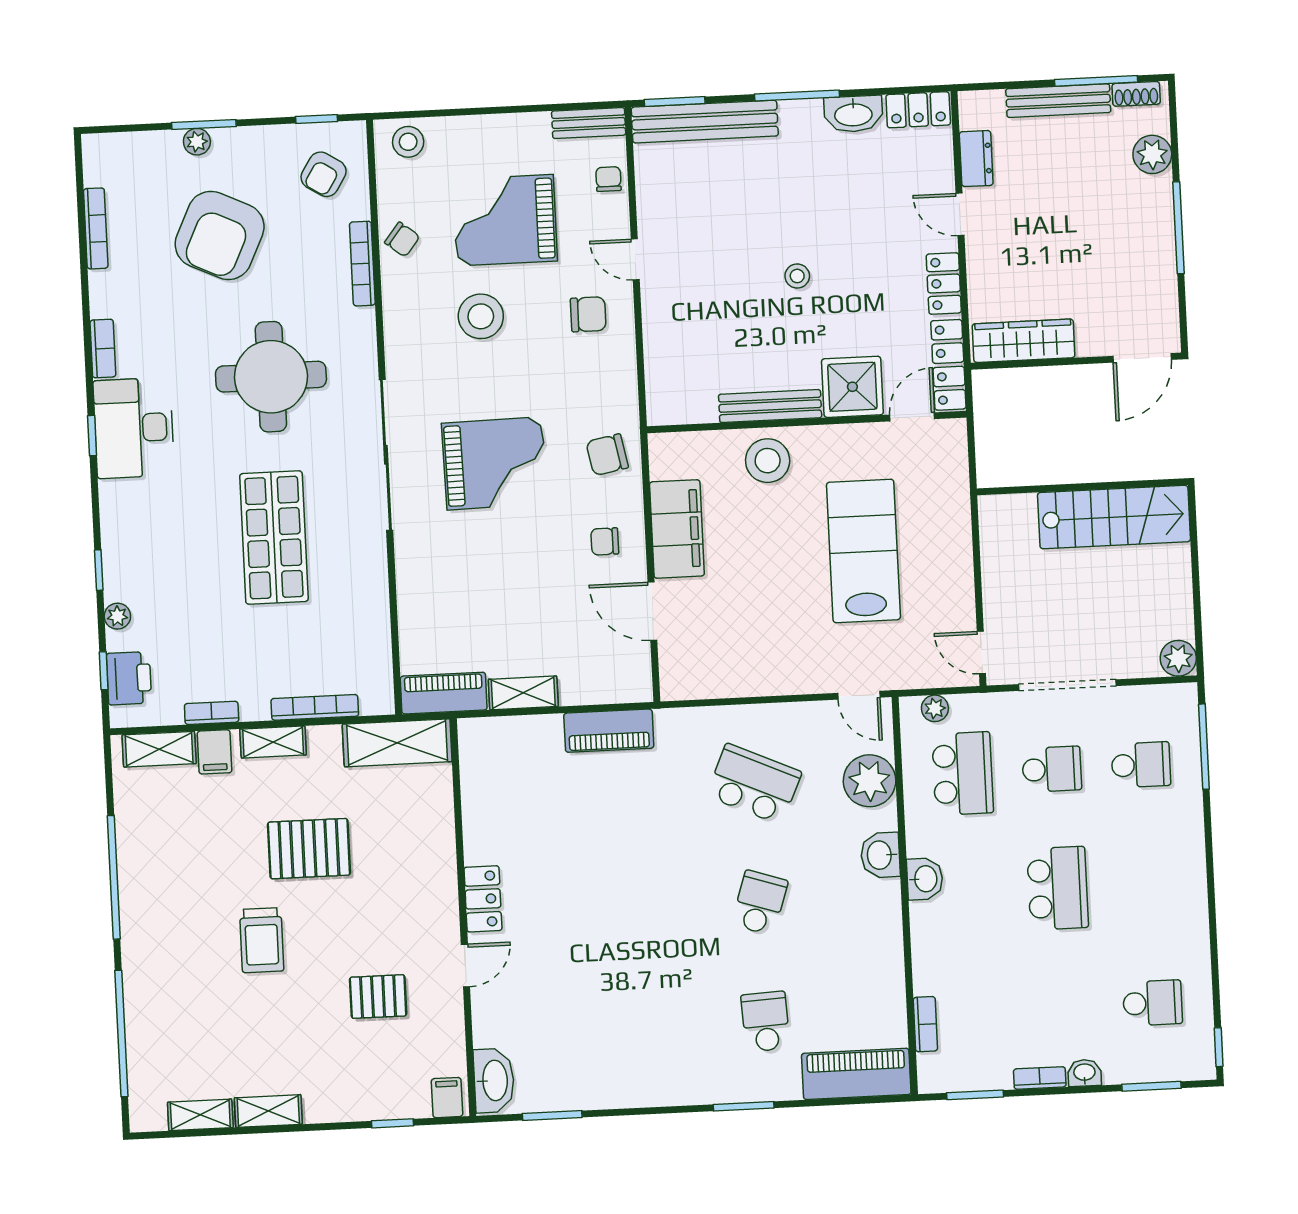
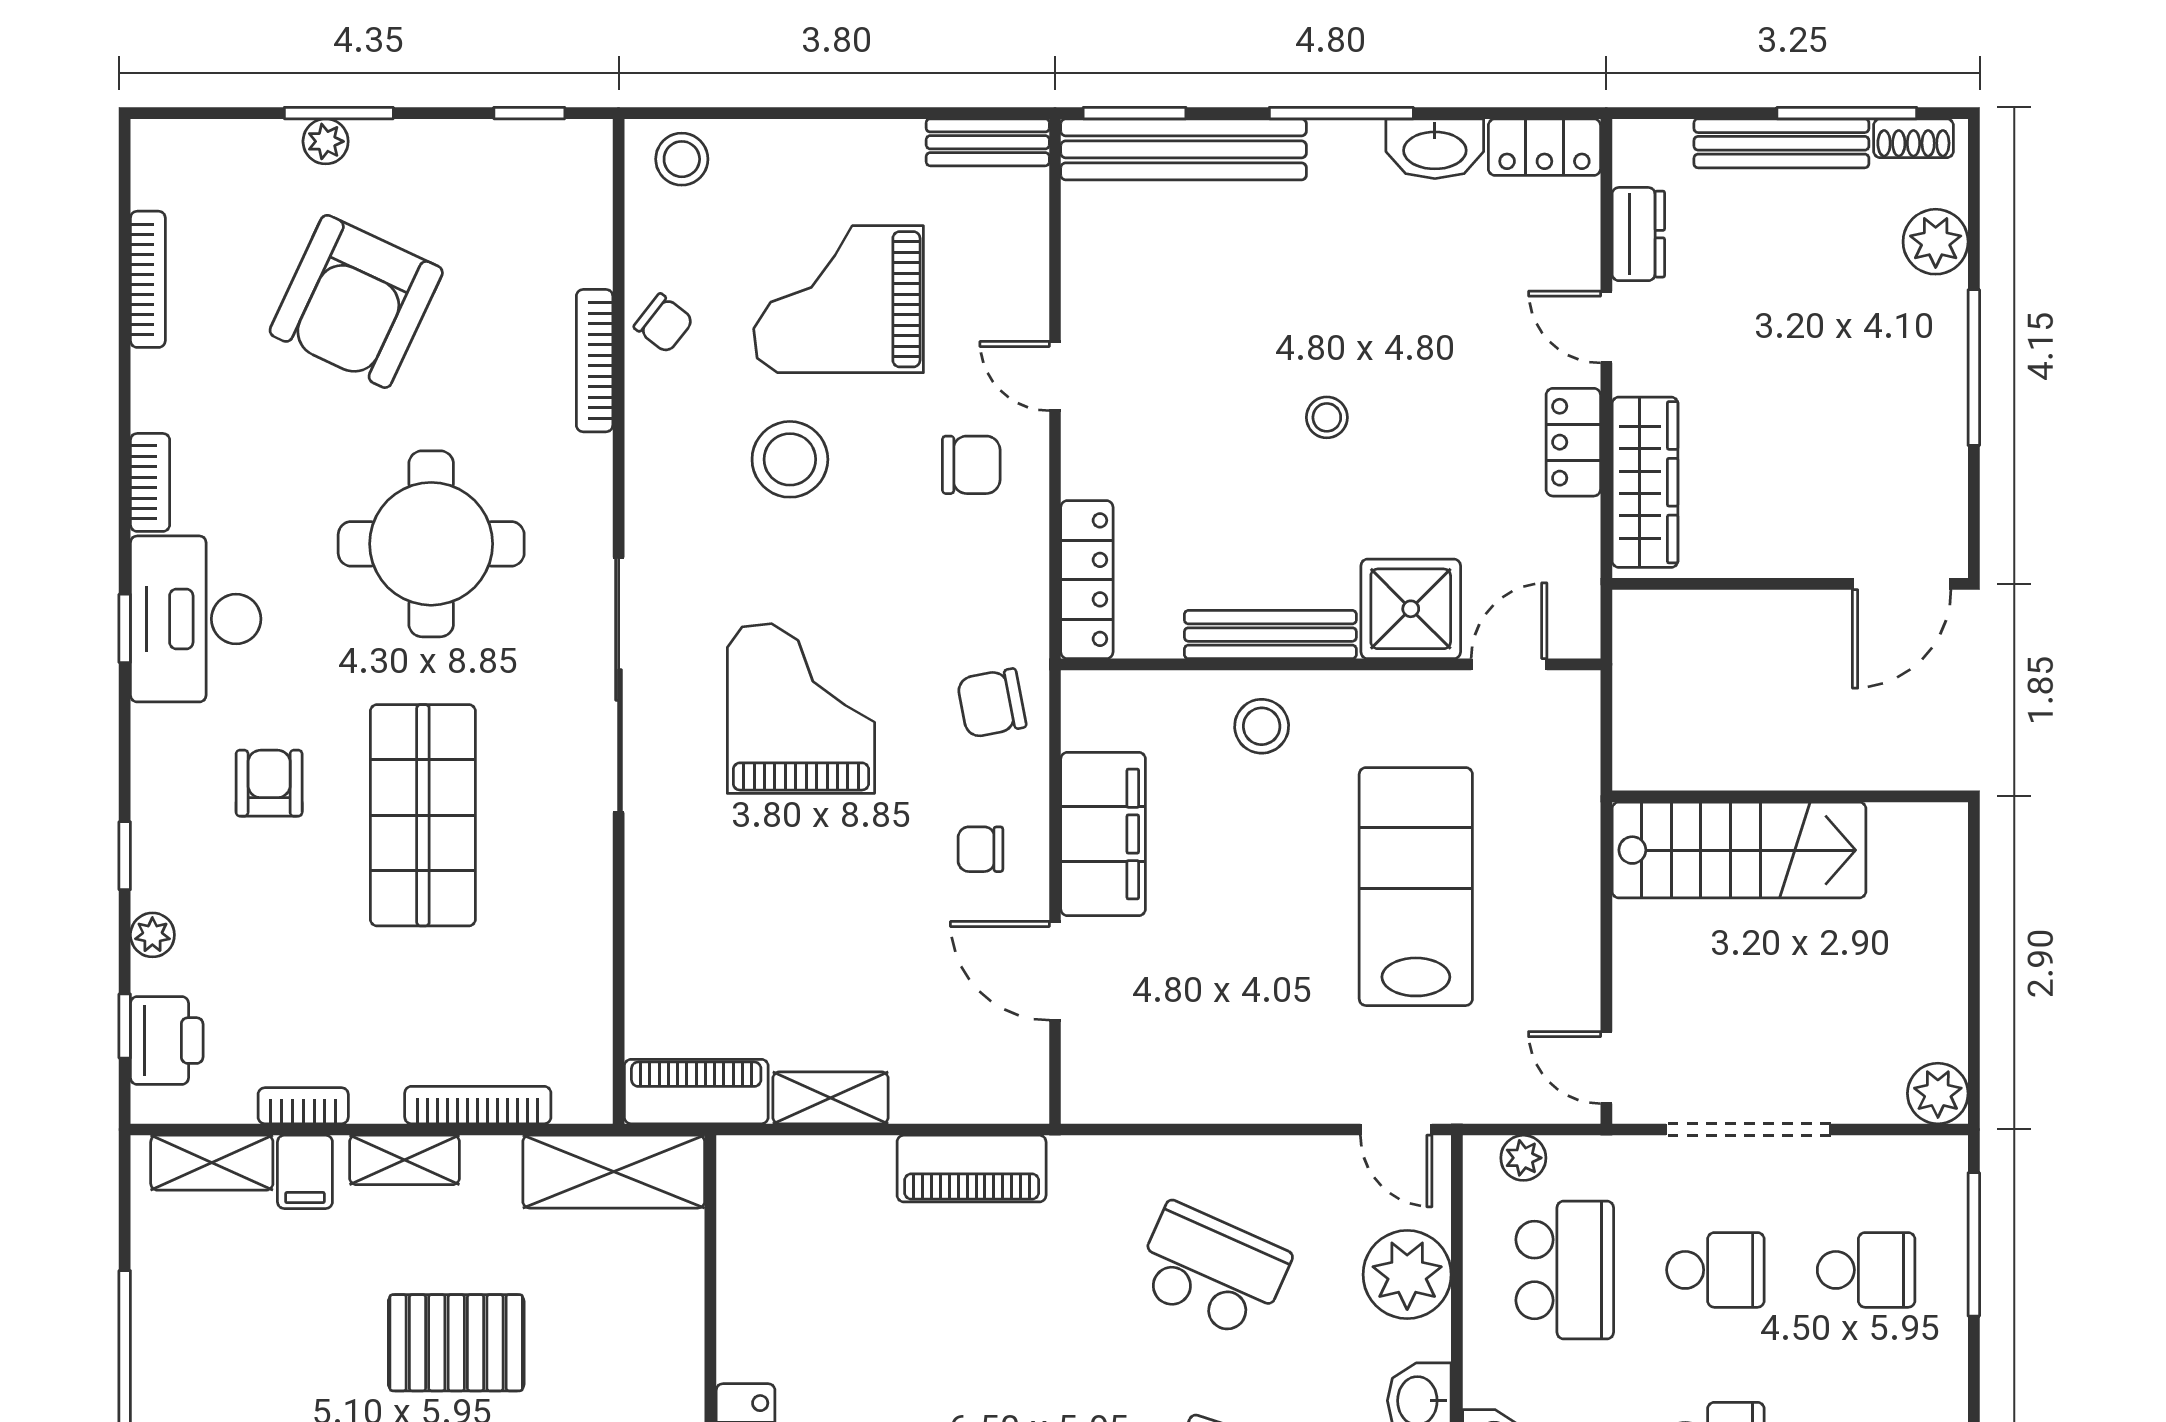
armchair: (324, 174) -> (269, 783), moved, turned 148
chair: (608, 179) -> (1017, 238), removed
wardrobe: (1024, 341) -> (1645, 482), moved, turned 90
locker: (948, 365) -> (1087, 580), moved, turned 180
stool: (768, 461) -> (1262, 726), width x0.73, depth x0.73
grand piano: (495, 463) -> (801, 708), turned -89
stairs: (1114, 517) -> (1739, 850), moved

